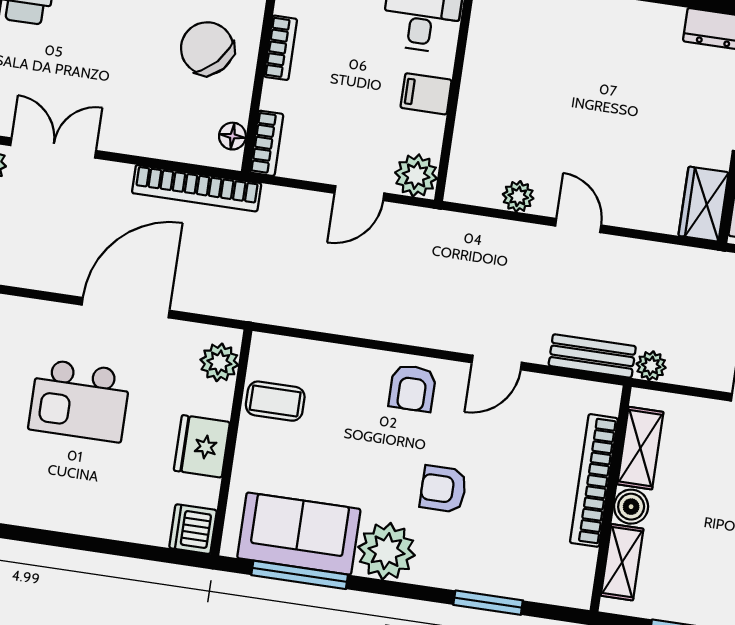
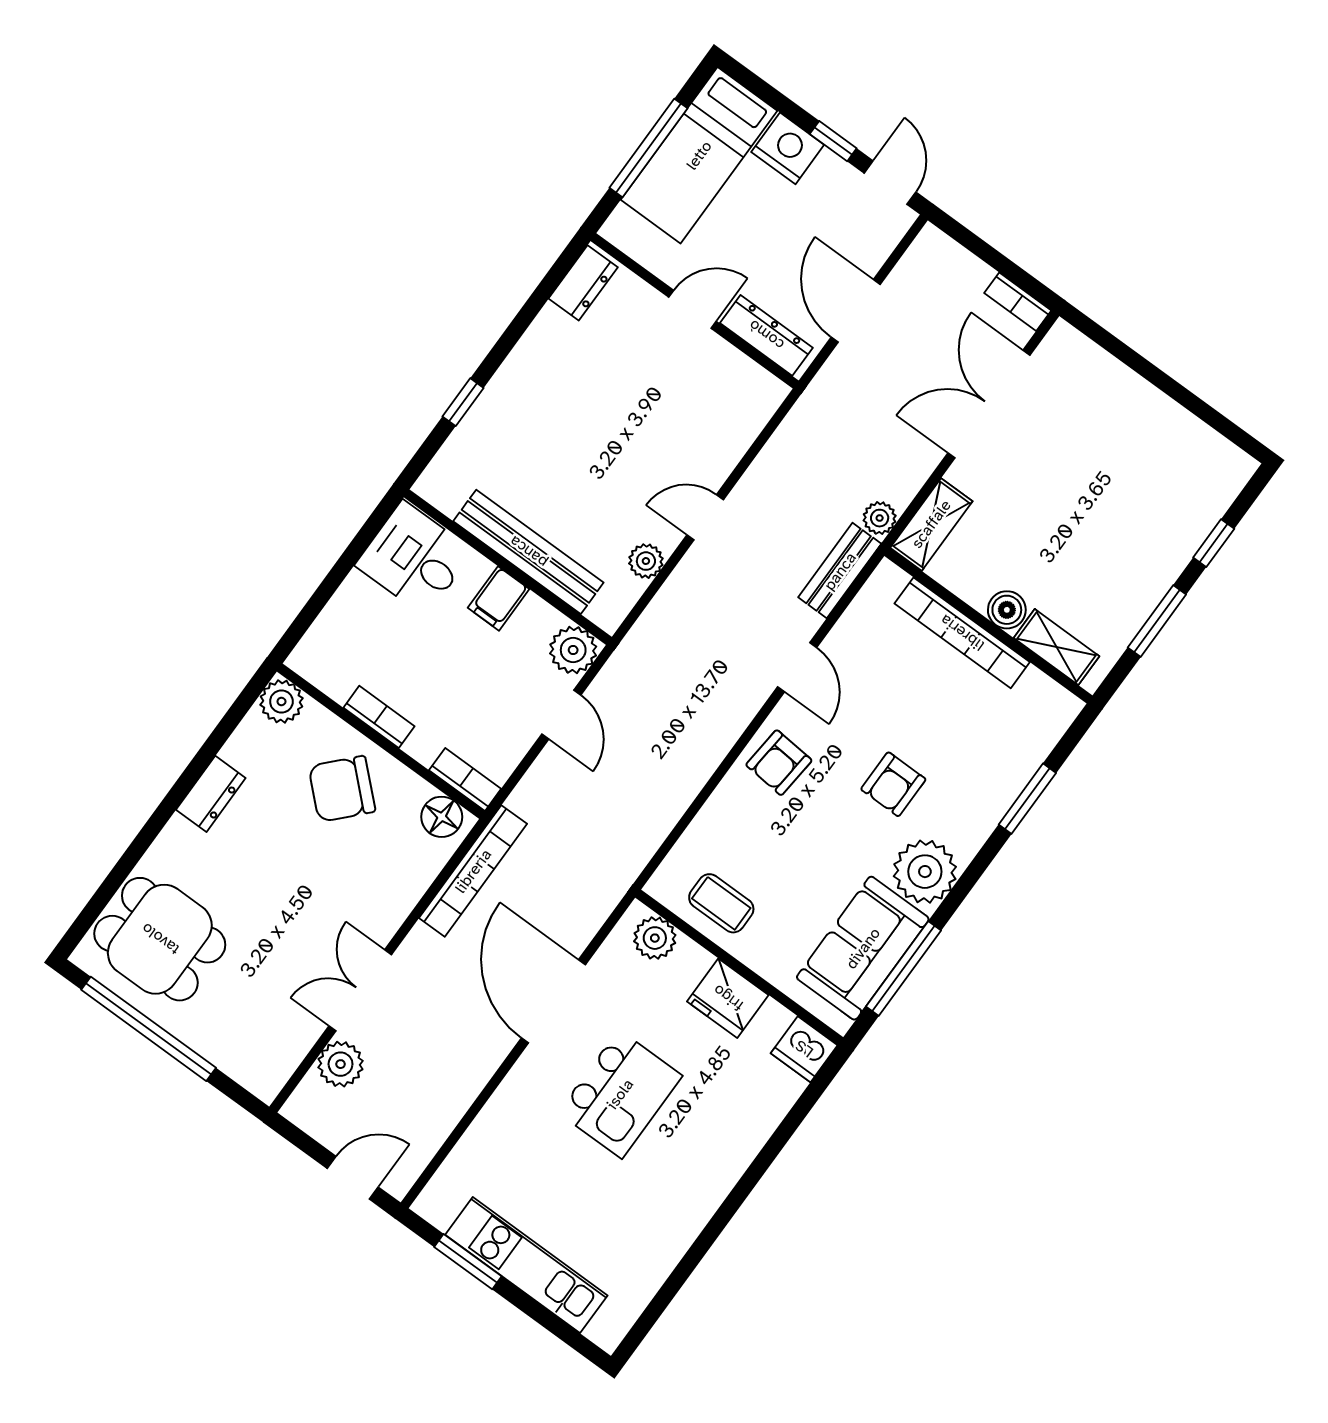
bench: (476, 98) -> (528, 552), added
floor lamp: (232, 136) -> (442, 817), width x1.37, depth x1.37
wardrobe: (704, 204) -> (748, 384), removed
armchair: (412, 388) -> (779, 763), turned 95
coffee table: (275, 401) -> (721, 903), turned 90
shelving: (640, 448) -> (931, 524), moved, turned 90

